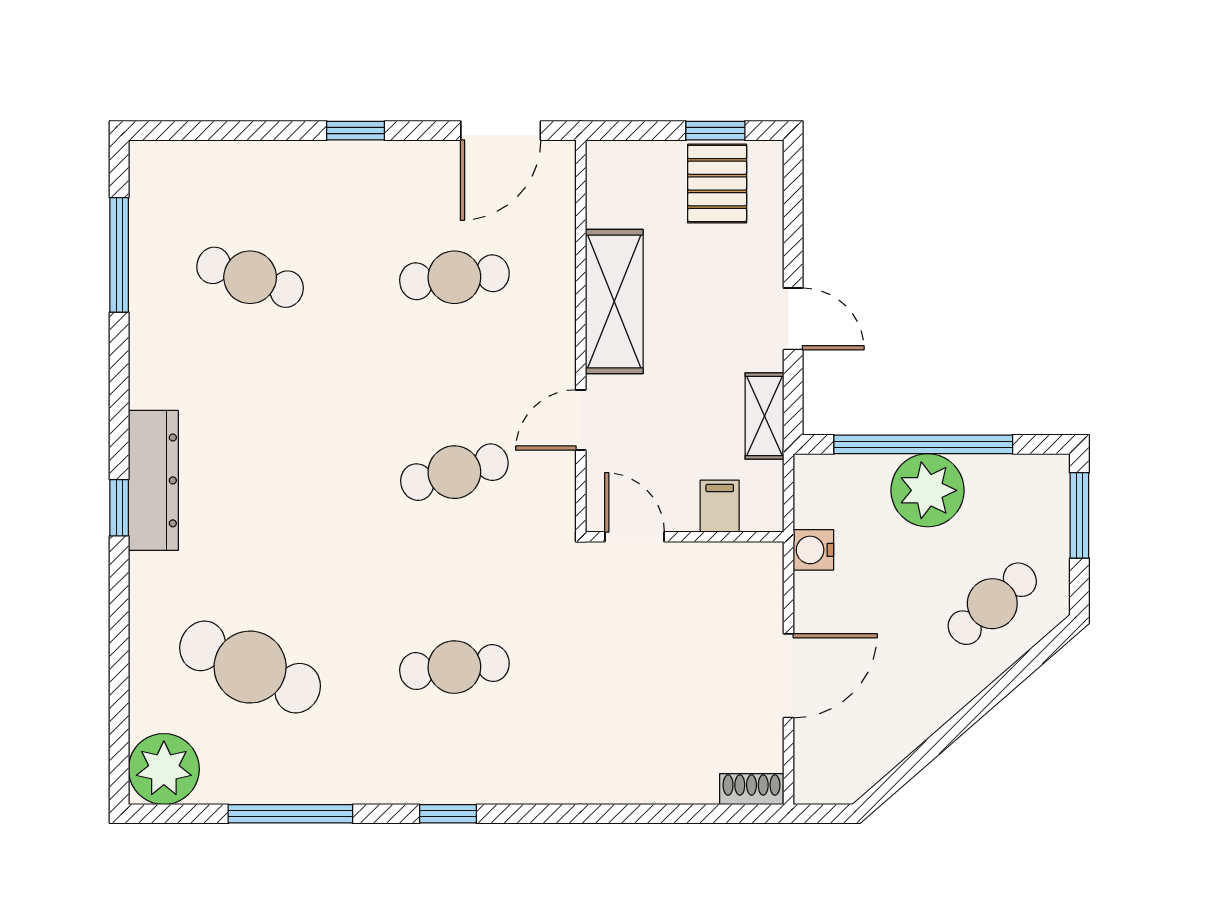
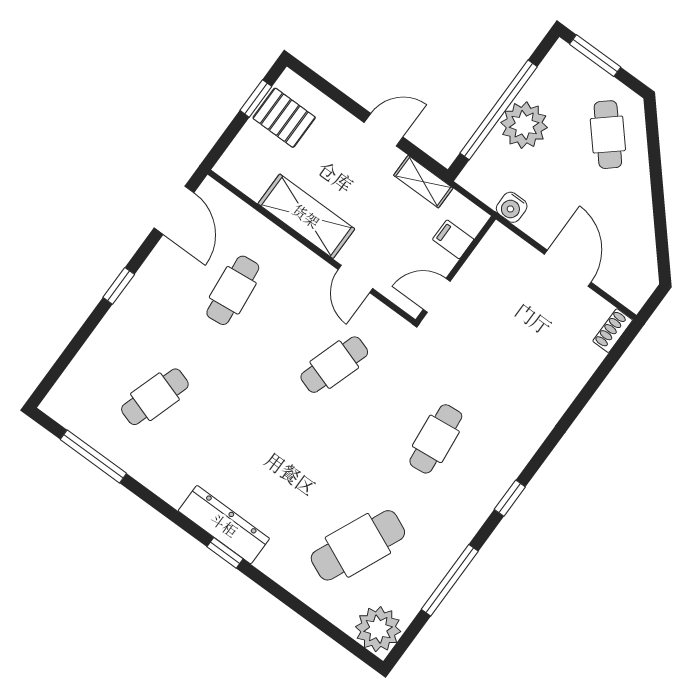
cafe table: (454, 472) -> (334, 365), turned 33

